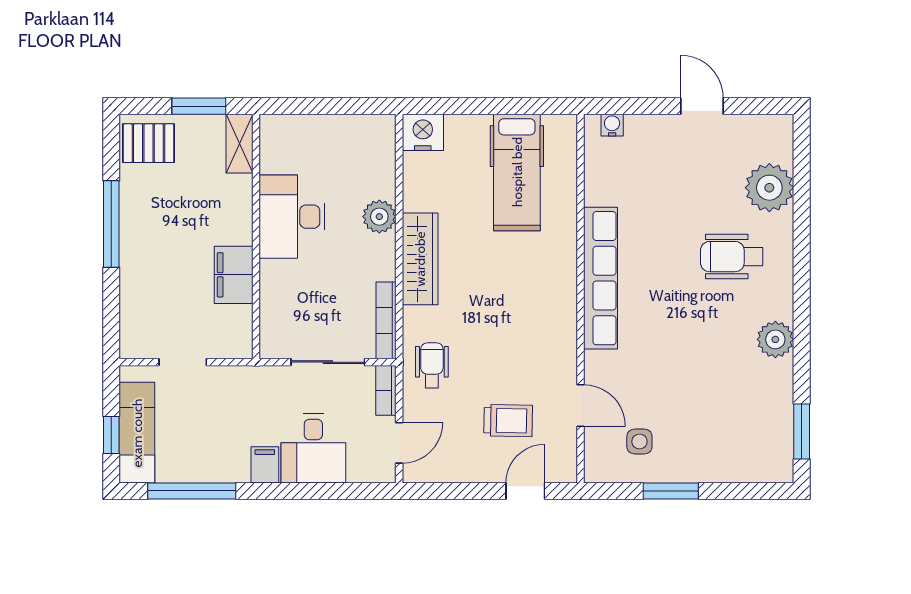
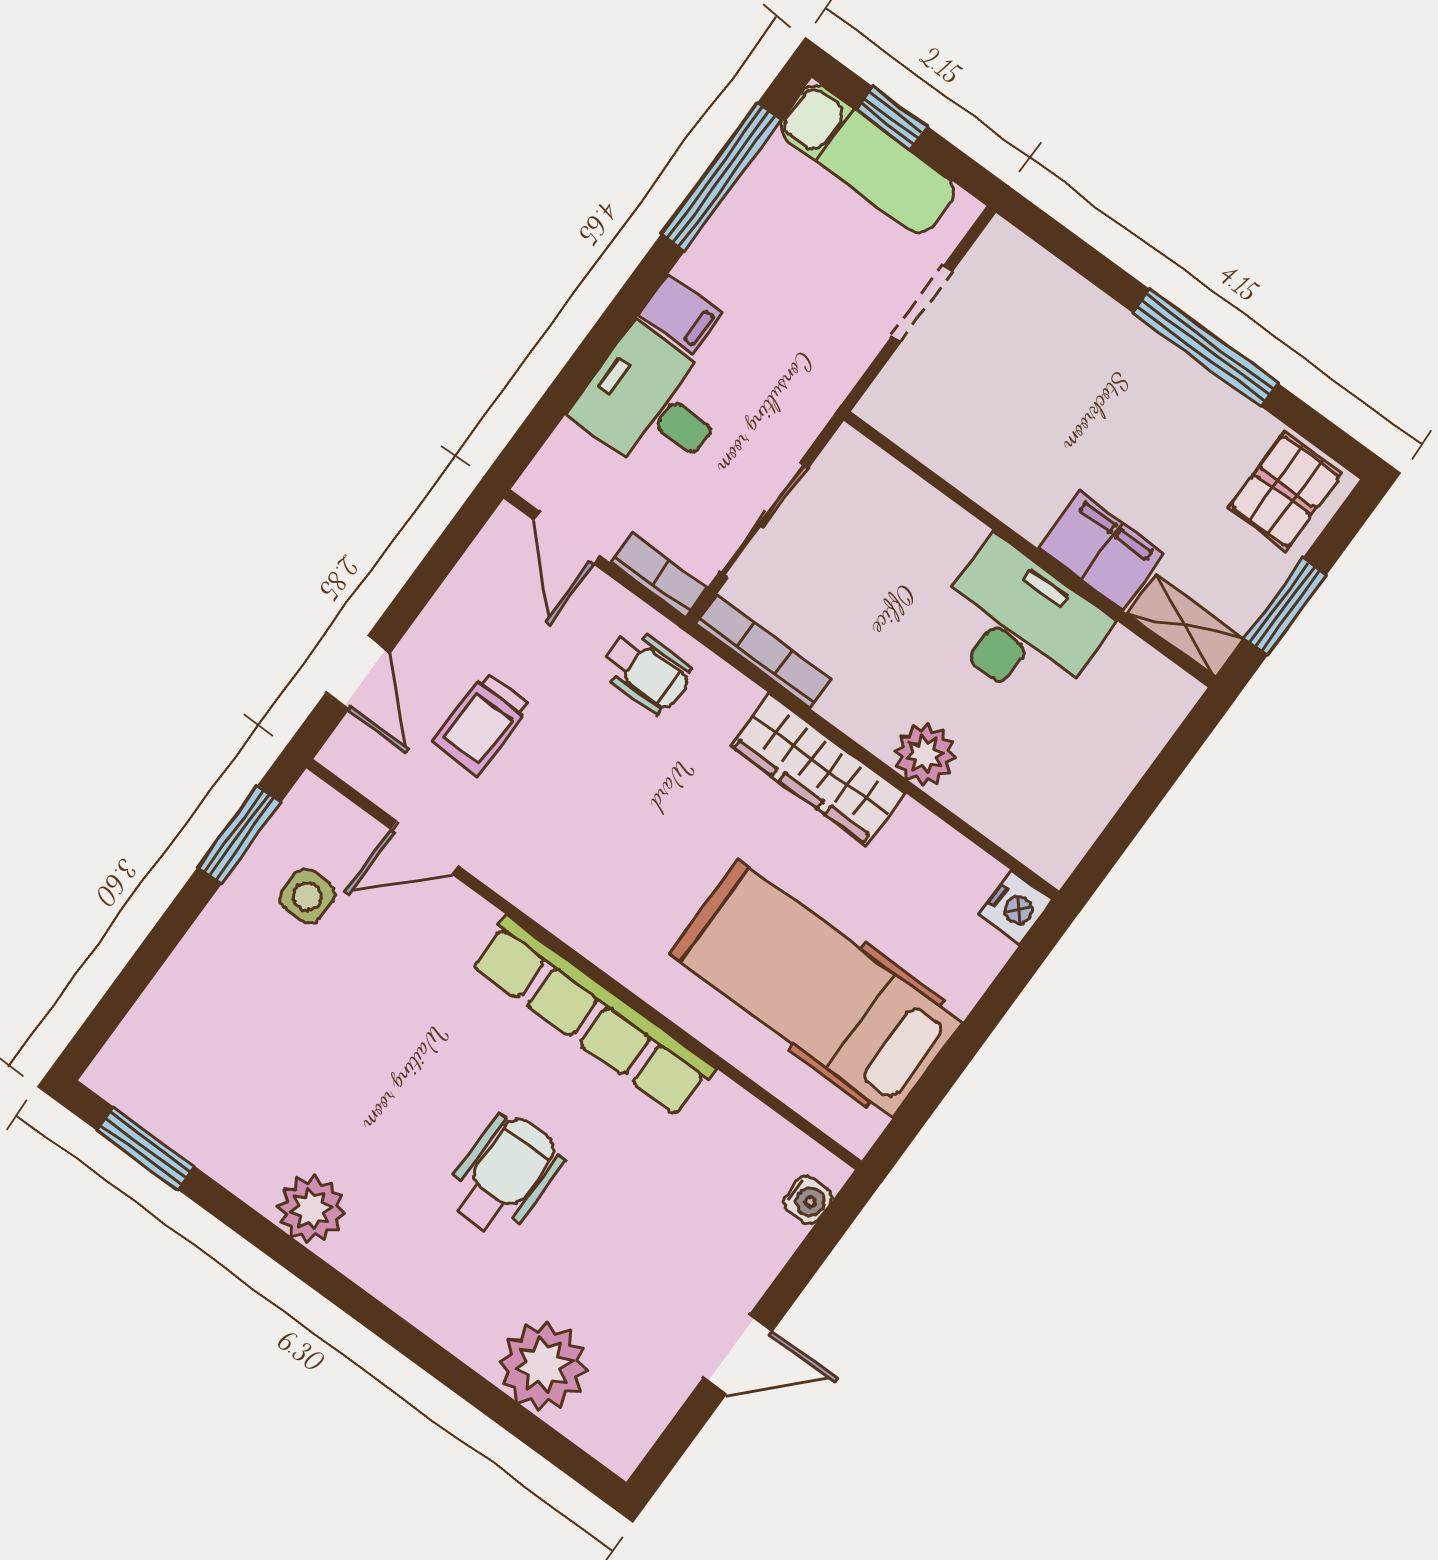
nightstand: (423, 132) -> (1015, 908), width x0.74, depth x0.75
hospital bed: (517, 172) -> (815, 988), width x1.37, depth x1.29
wheelchair: (732, 257) -> (504, 1175), moved
filing cabinet: (234, 275) -> (1101, 551), moved
window: (671, 491) -> (239, 835), moved

